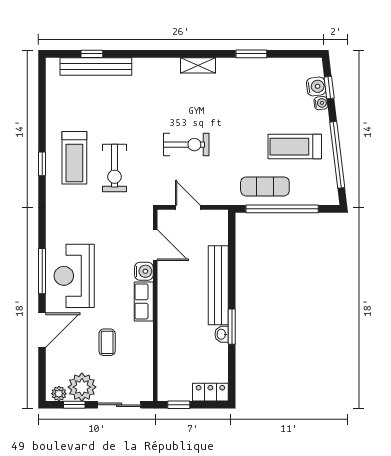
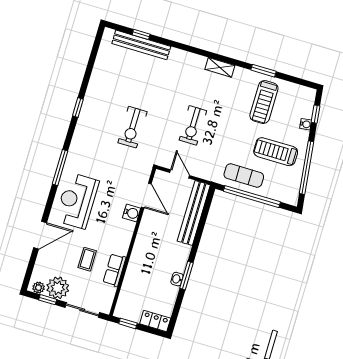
water cooler: (316, 86) -> (306, 110), removed
exercise bike: (186, 145) -> (193, 125), turned 90
treadmill: (74, 158) -> (264, 102), moved
window: (42, 271) -> (60, 168), moved
bench: (218, 285) -> (194, 213), moved
row of seats: (144, 301) -> (115, 270), moved

